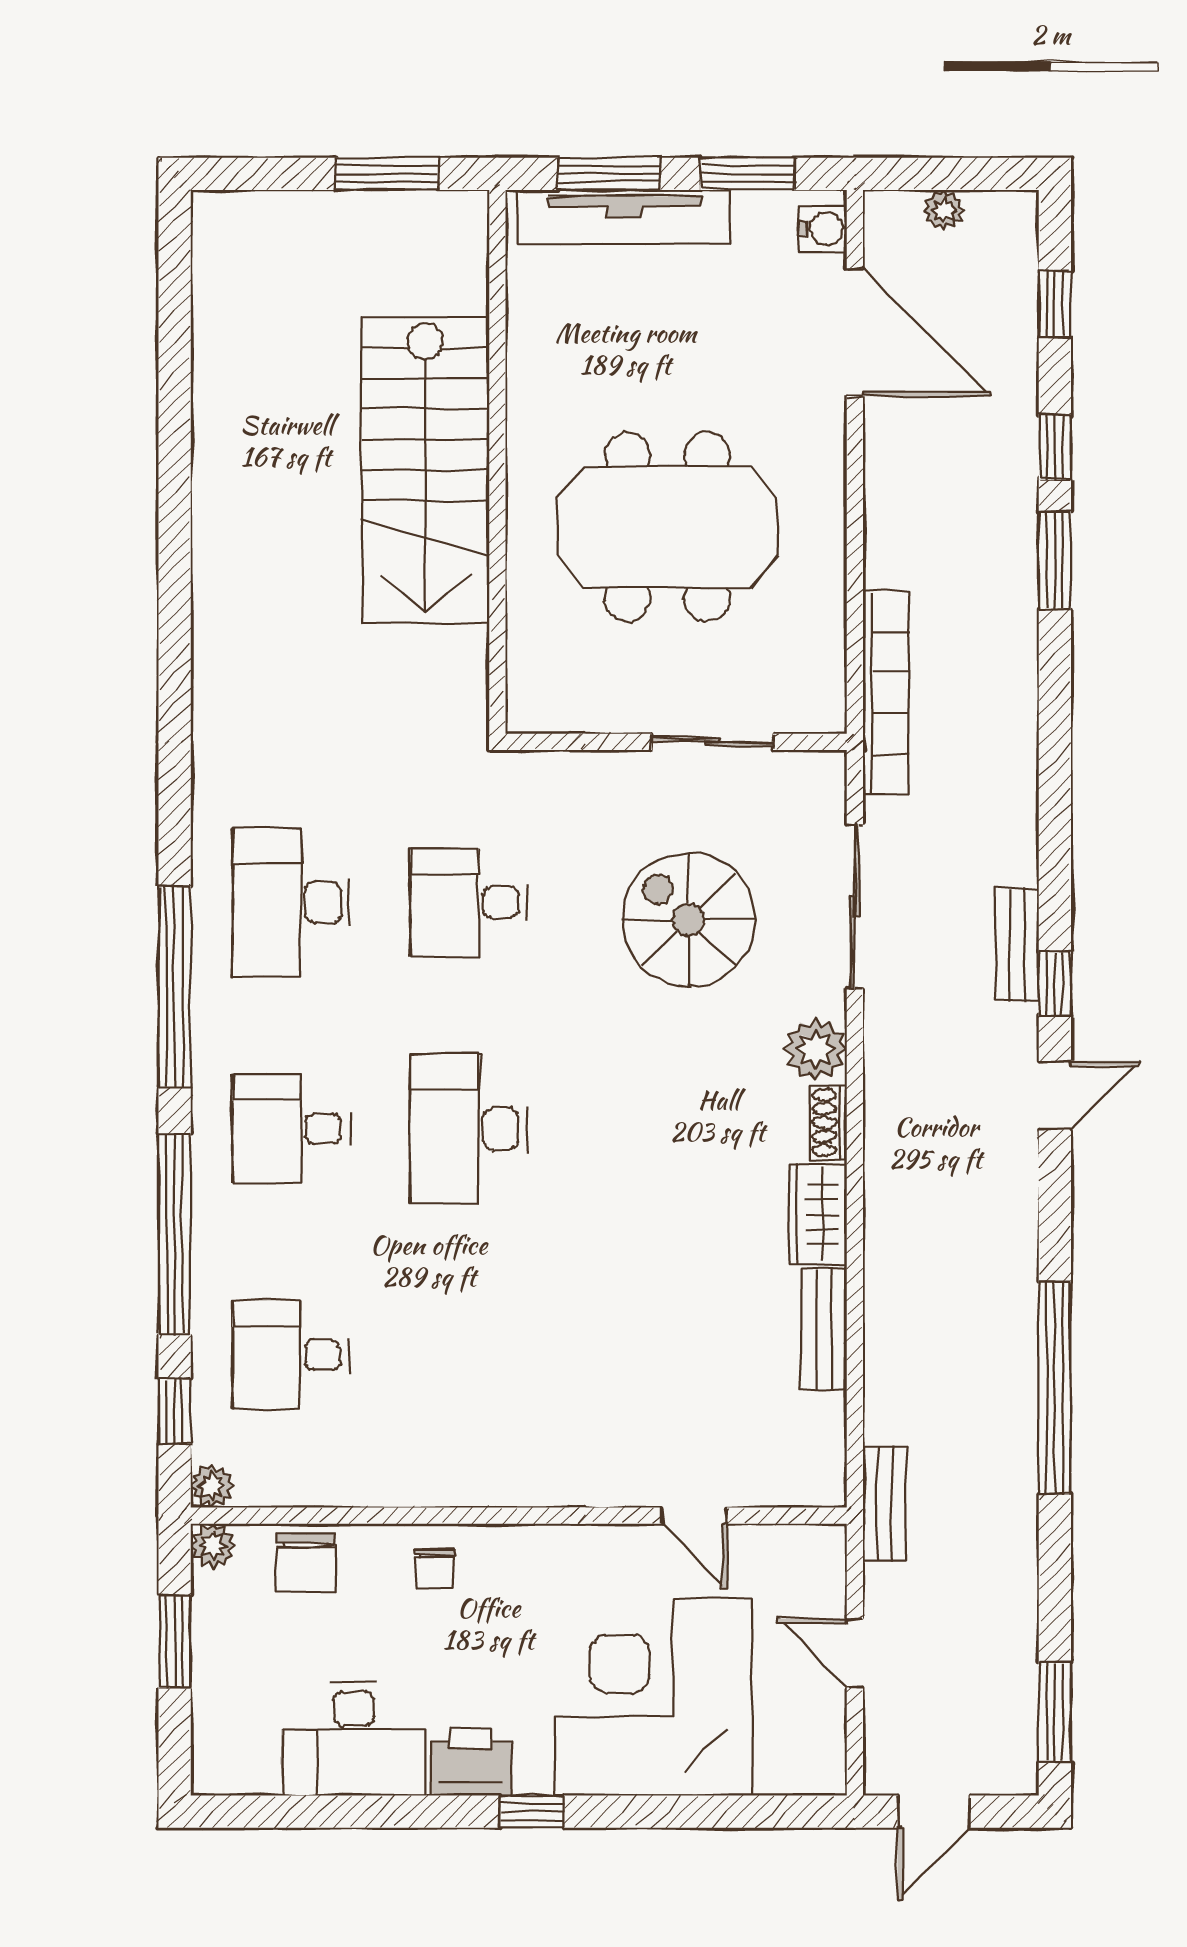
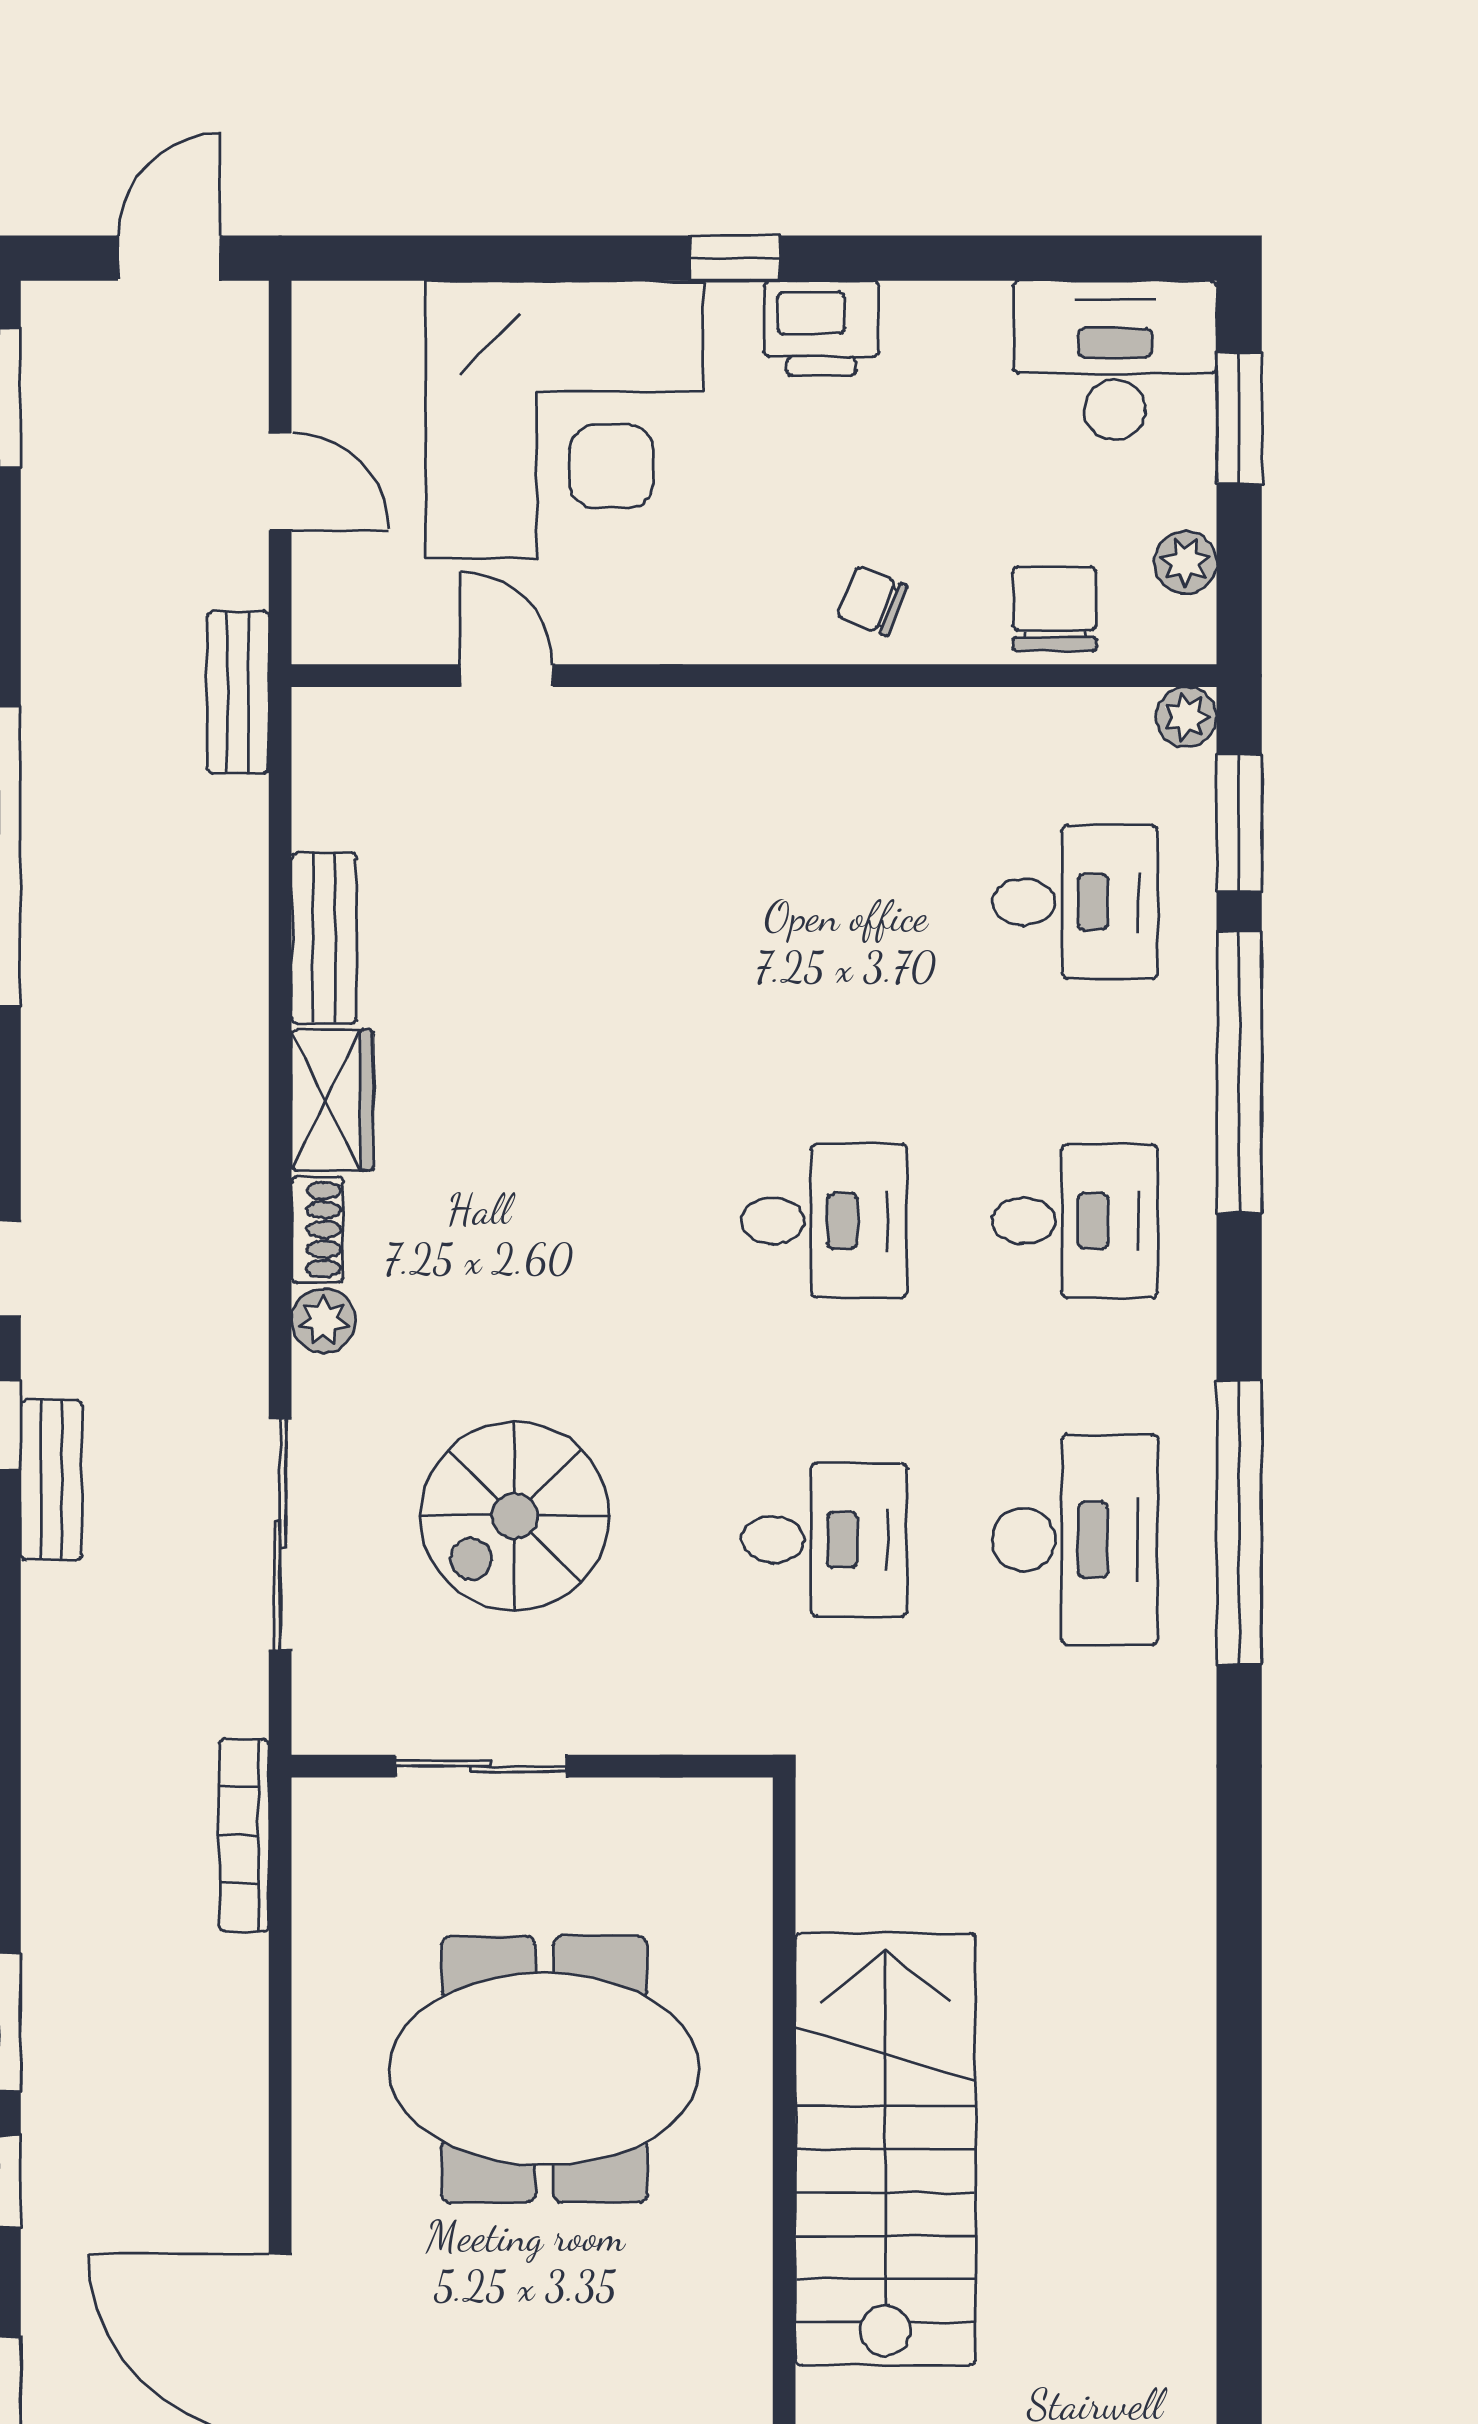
bookcase: (886, 693) -> (244, 1835), width x0.68, depth x0.76
spiral stairs: (688, 920) -> (515, 1516), turned 90
window: (175, 987) -> (1239, 1522), moved
plant: (816, 1049) -> (323, 1321), width x0.73, depth x0.73
desk: (469, 1129) -> (824, 1221), width x0.73
window: (175, 1411) -> (1239, 823), width x1.50
plant: (213, 1546) -> (1185, 562), moved
chair: (435, 1568) -> (872, 601), turned -68
window: (175, 1642) -> (1239, 418), moved
desk: (354, 1739) -> (1115, 361), moved

